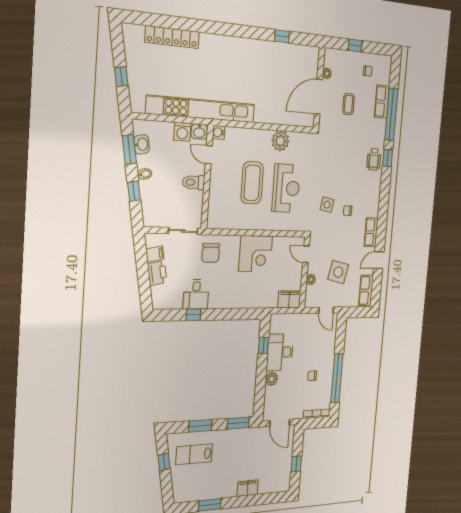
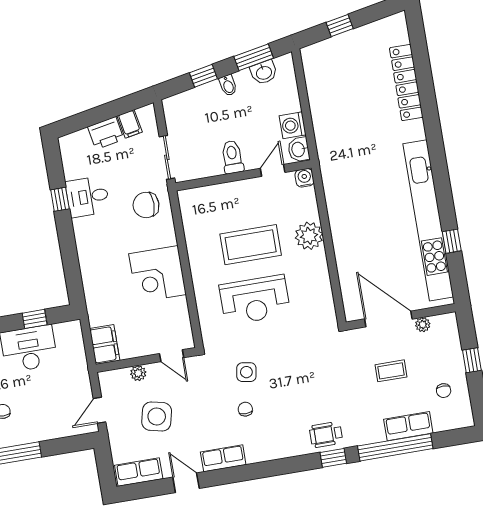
kitchen unit: (201, 109) -> (428, 220), moved, turned 180
plant: (280, 141) -> (309, 236), moved
door: (306, 254) -> (172, 356), swing flipped

